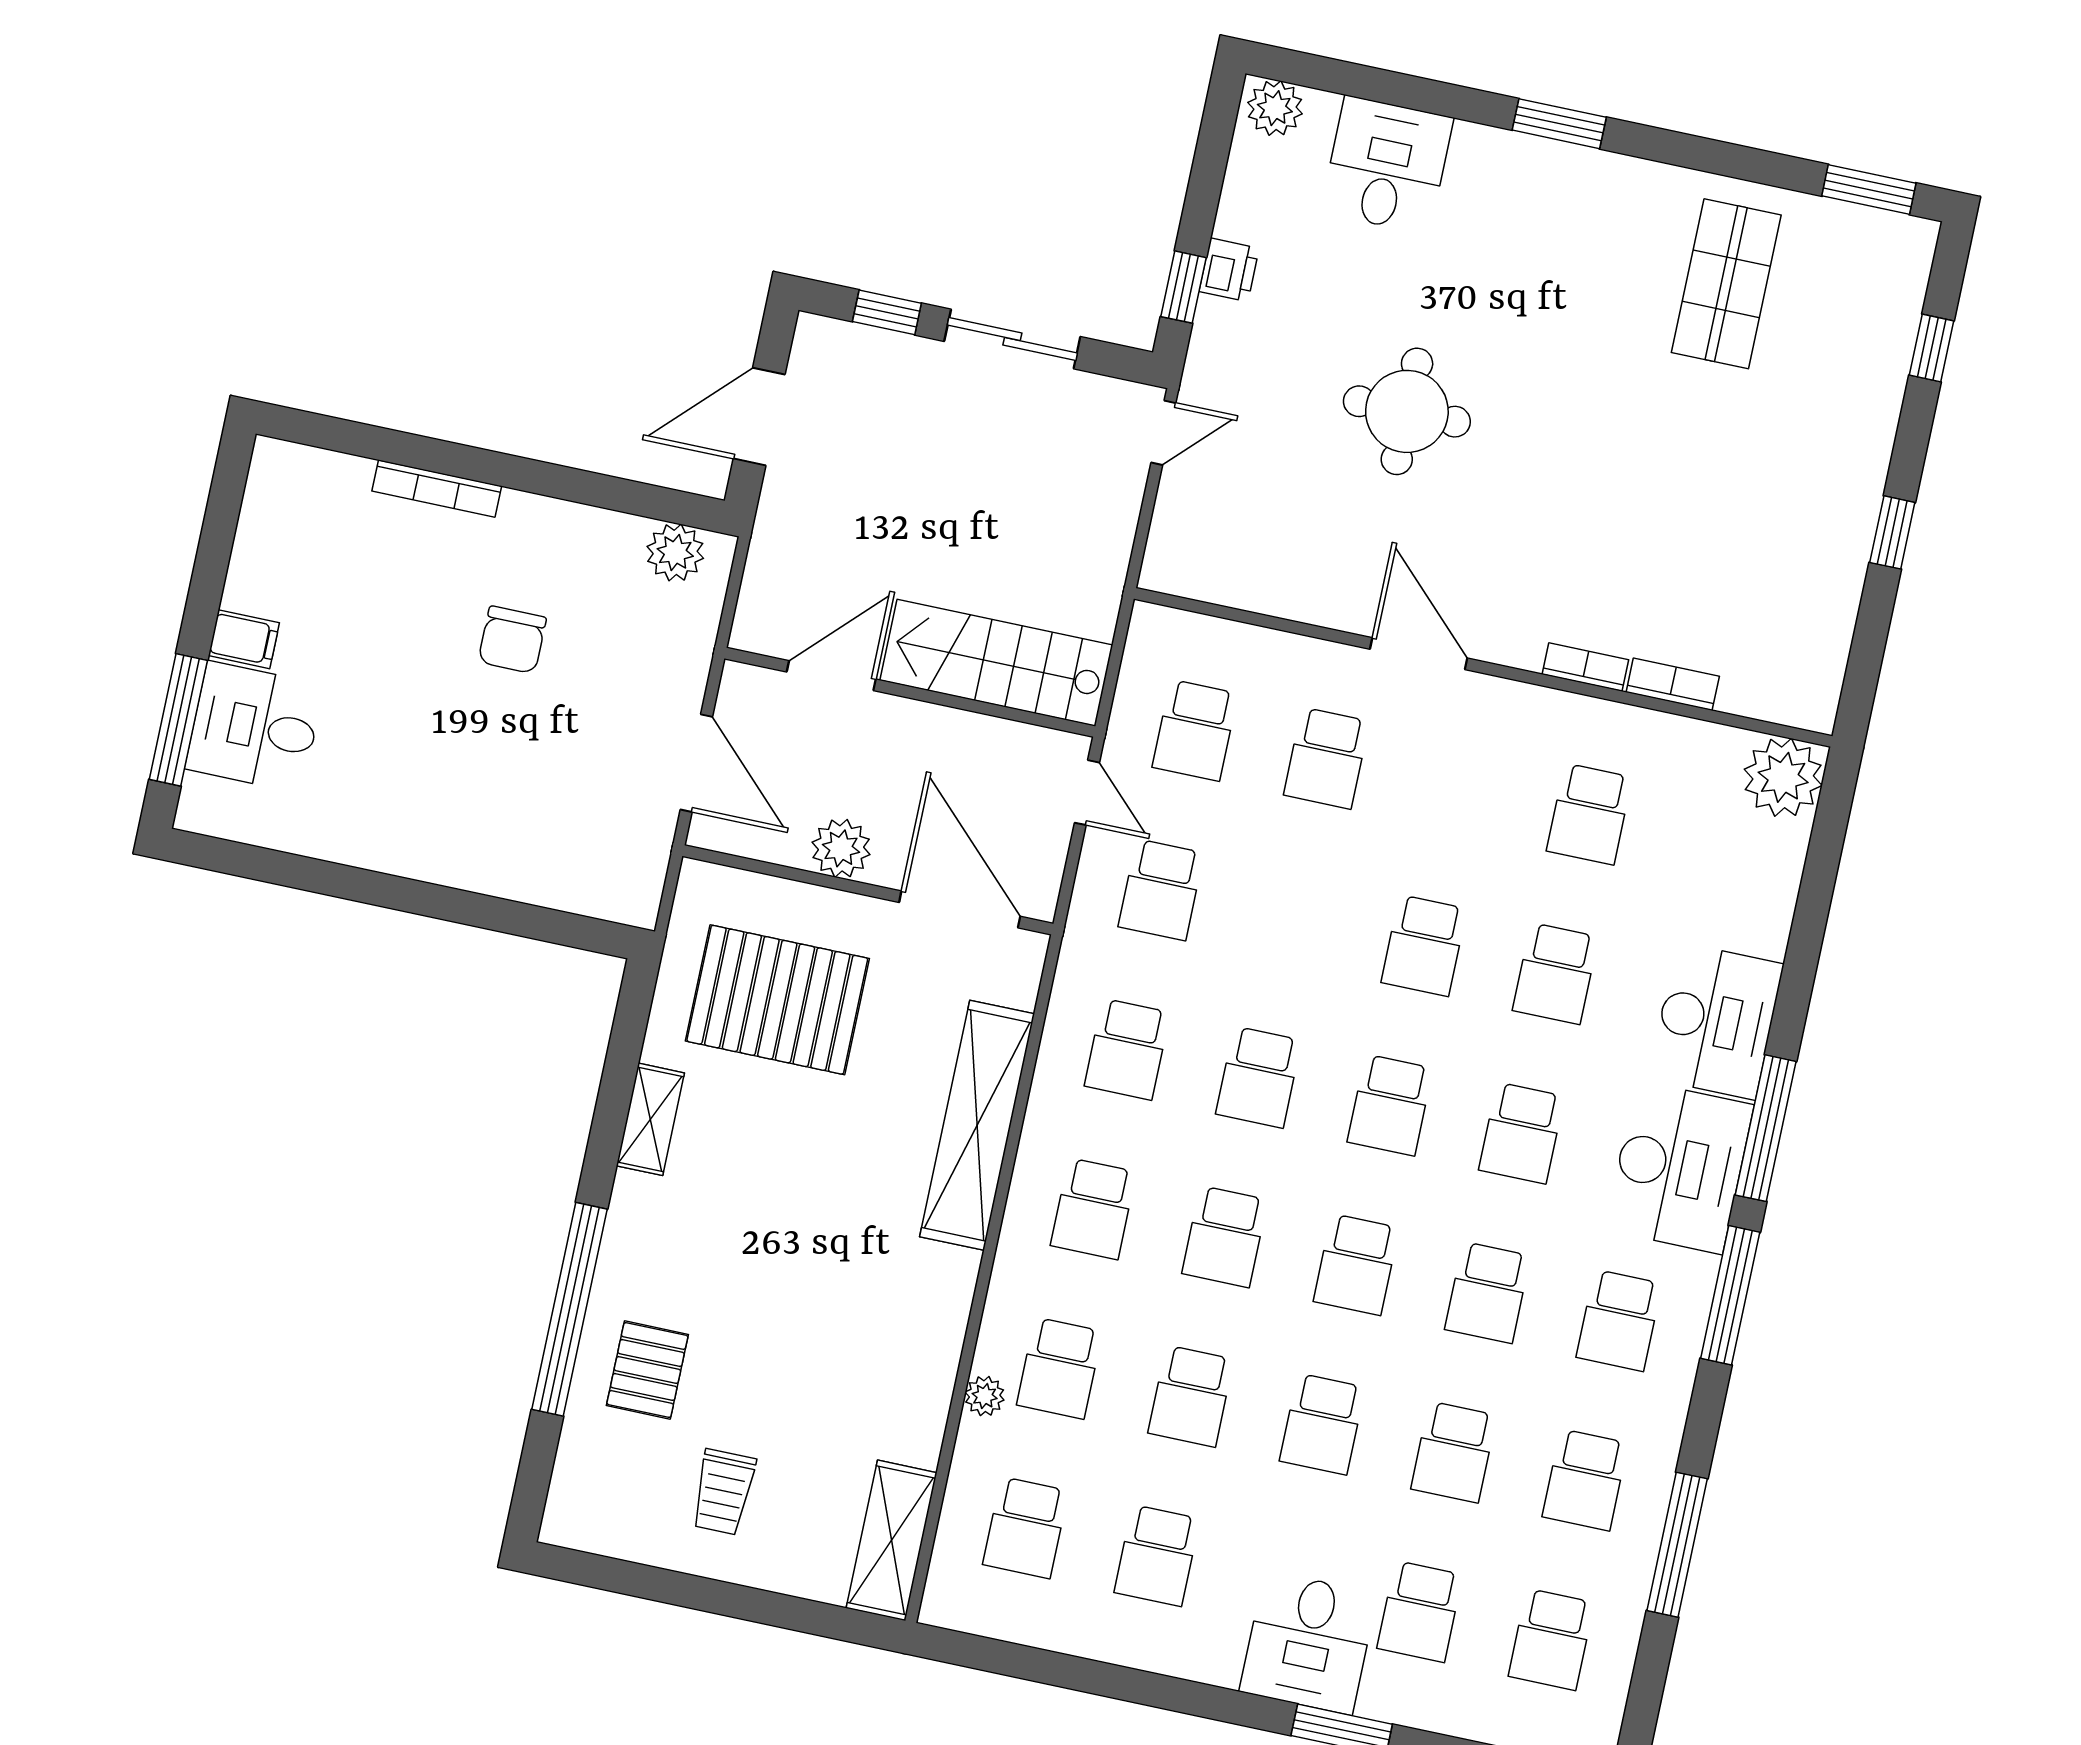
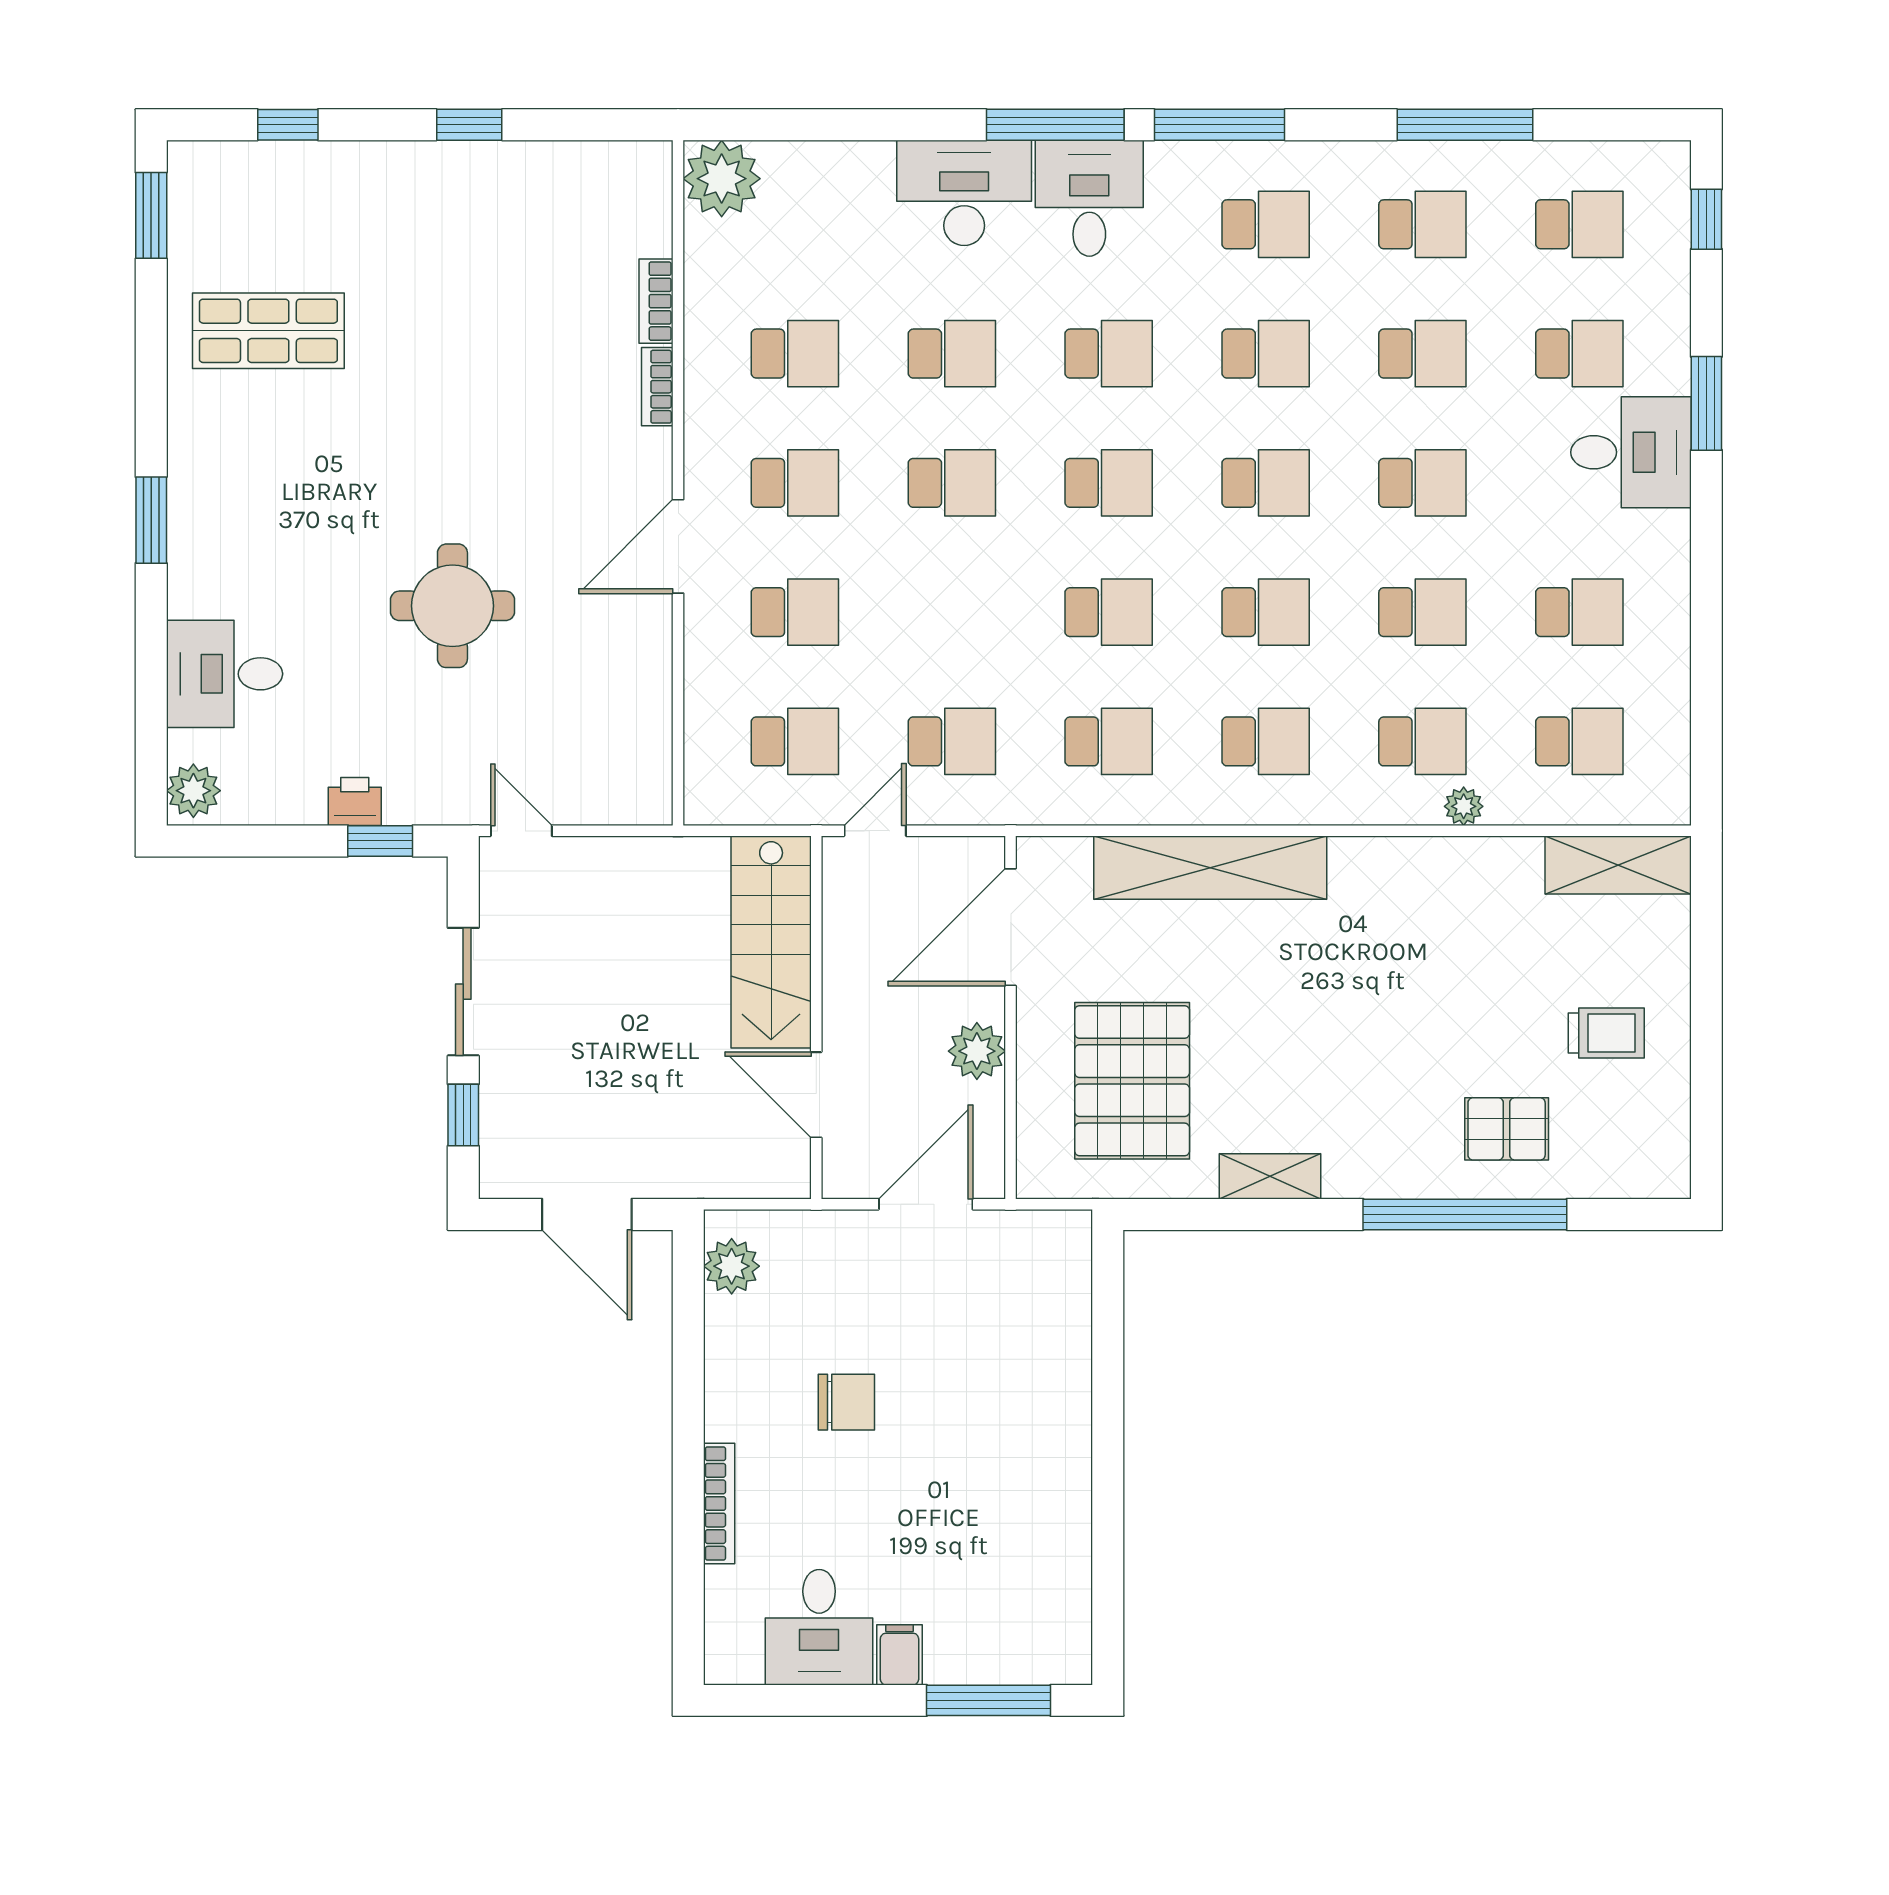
desk: (255, 727) -> (819, 1627), moved
school desk: (1458, 786) -> (795, 483), added
desk: (1679, 1167) -> (1089, 198), width x0.73

